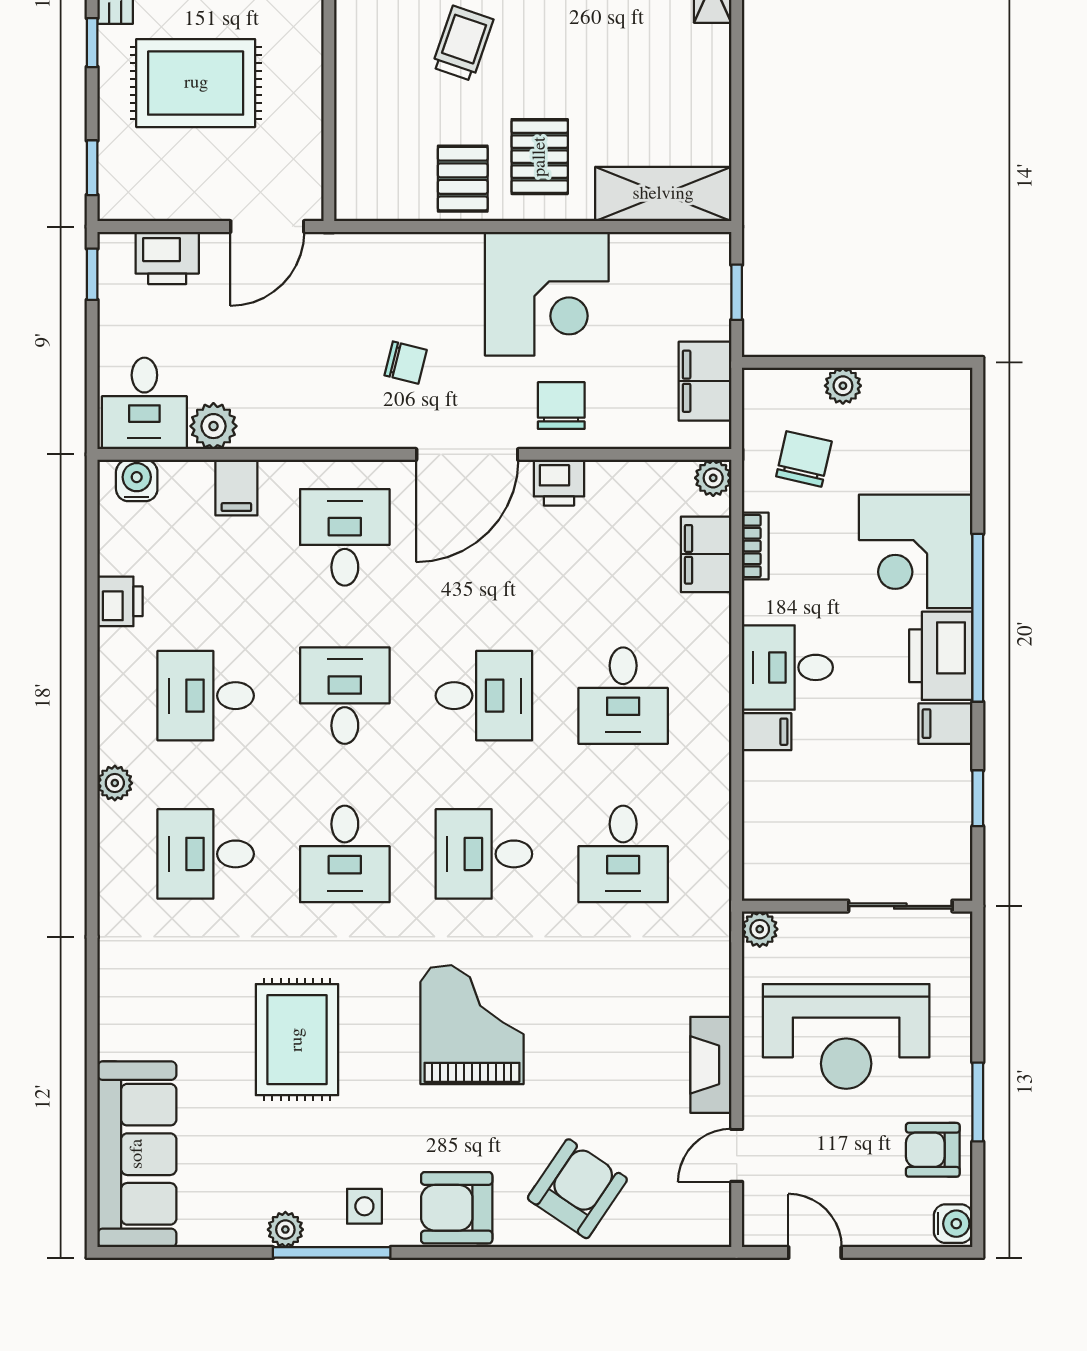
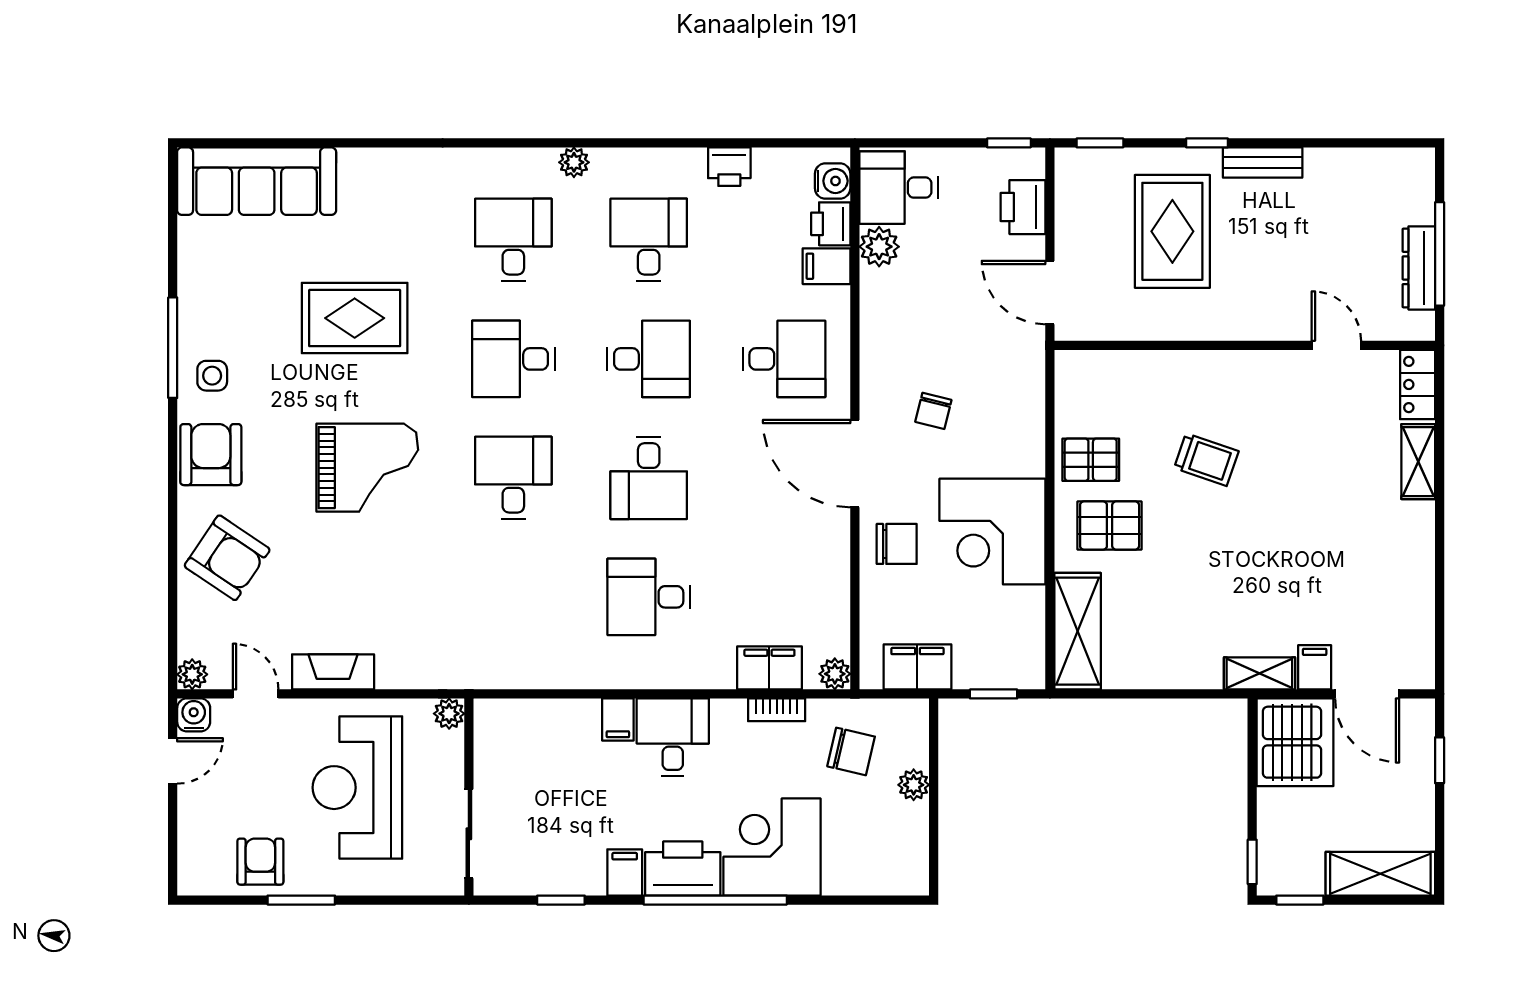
printer: (559, 483) -> (831, 224), moved
desk: (623, 854) -> (513, 597), removed
water cooler: (953, 1224) -> (194, 715), moved, turned 180
plant: (285, 1230) -> (192, 674), moved

